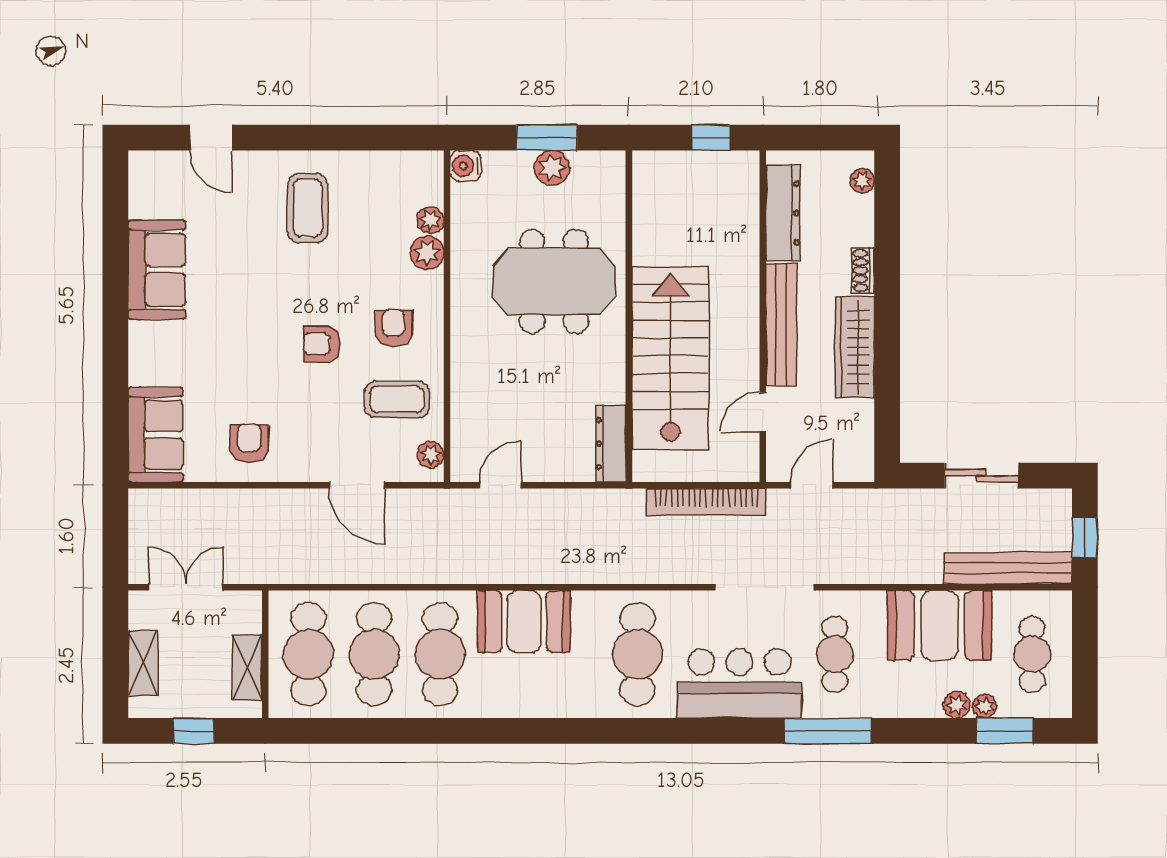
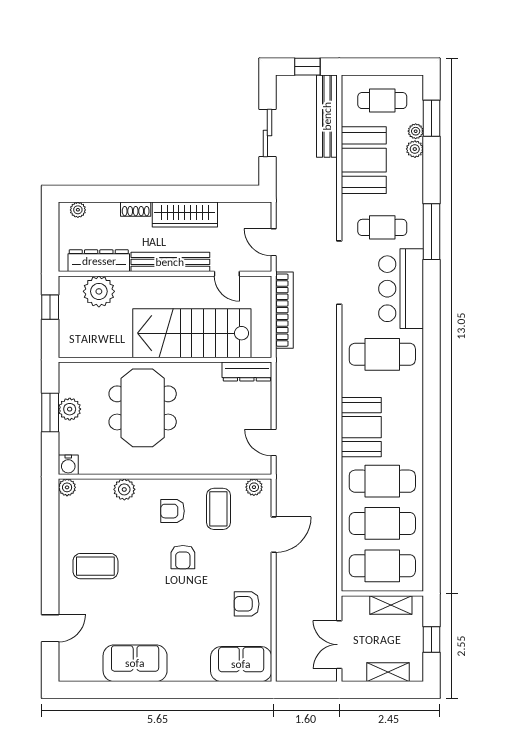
plant: (735, 213) -> (99, 291), added
plant: (430, 220) -> (67, 487), moved

